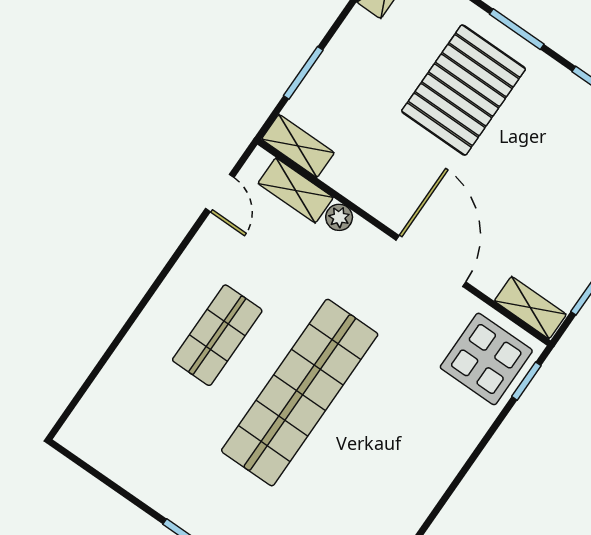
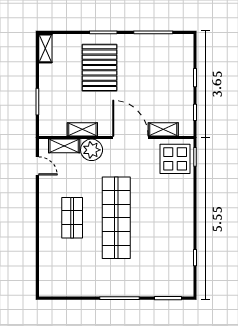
shelving: (298, 146) -> (82, 129), moved
plant: (339, 217) -> (92, 150), width x1.87, depth x1.87
shelving: (530, 308) -> (163, 129), moved

